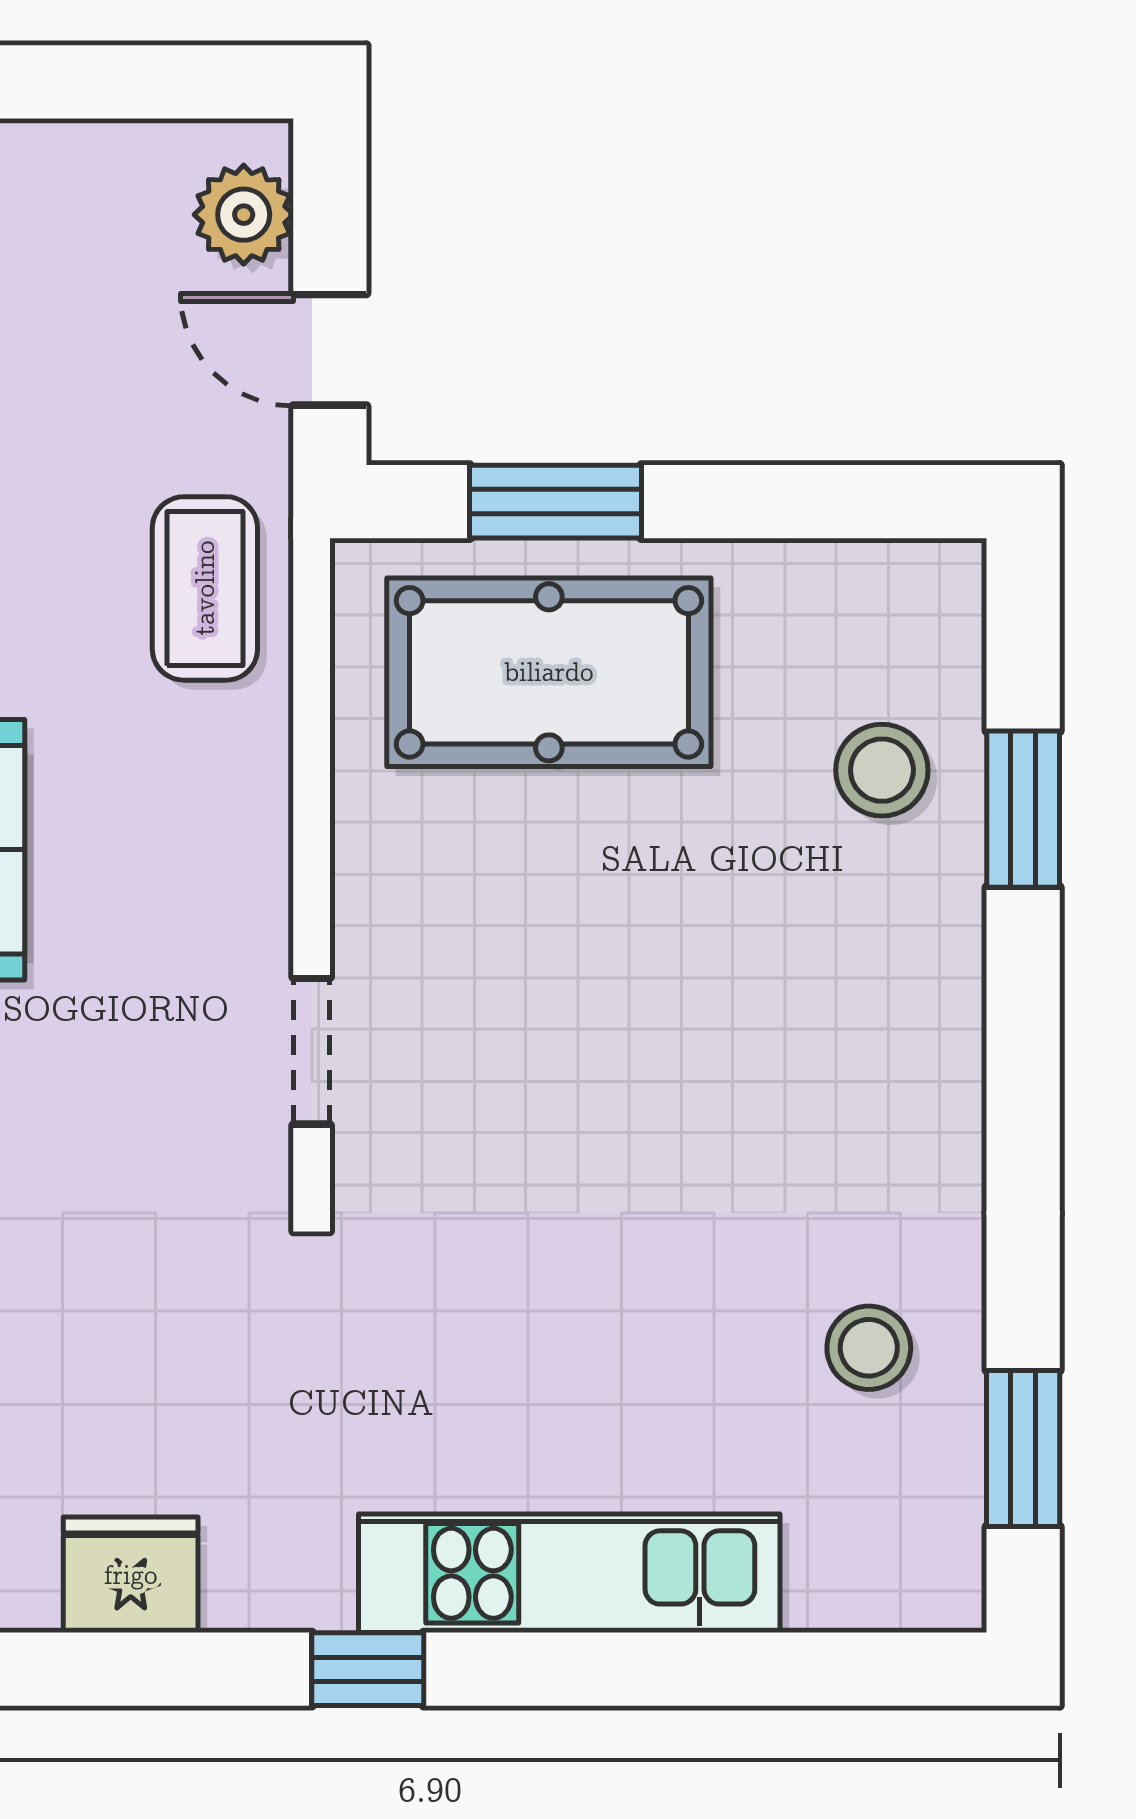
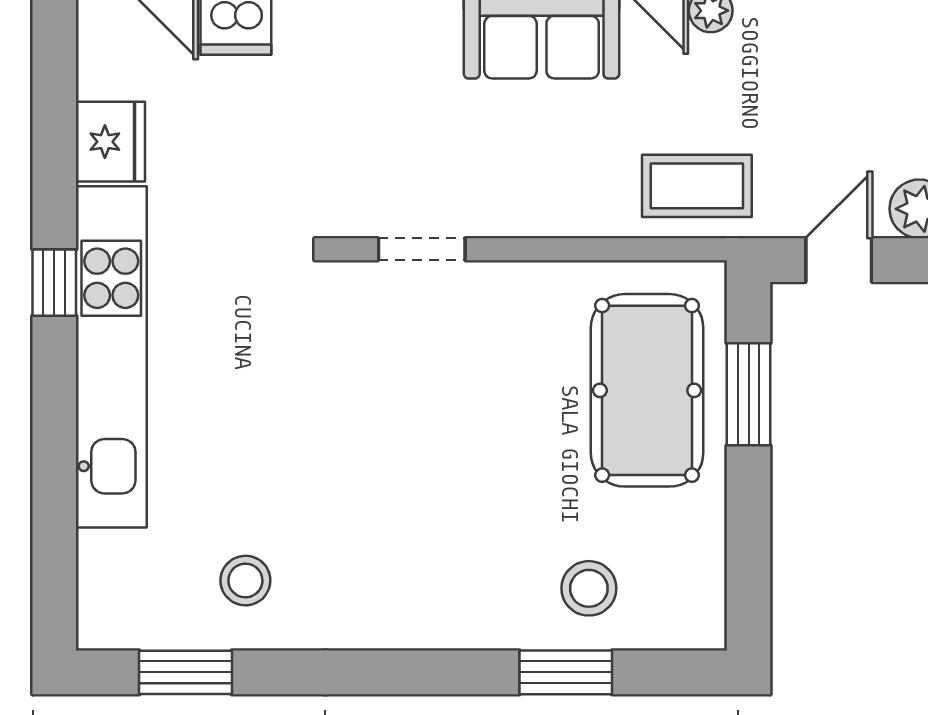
kitchen unit: (569, 1573) -> (111, 357), width x1.36

